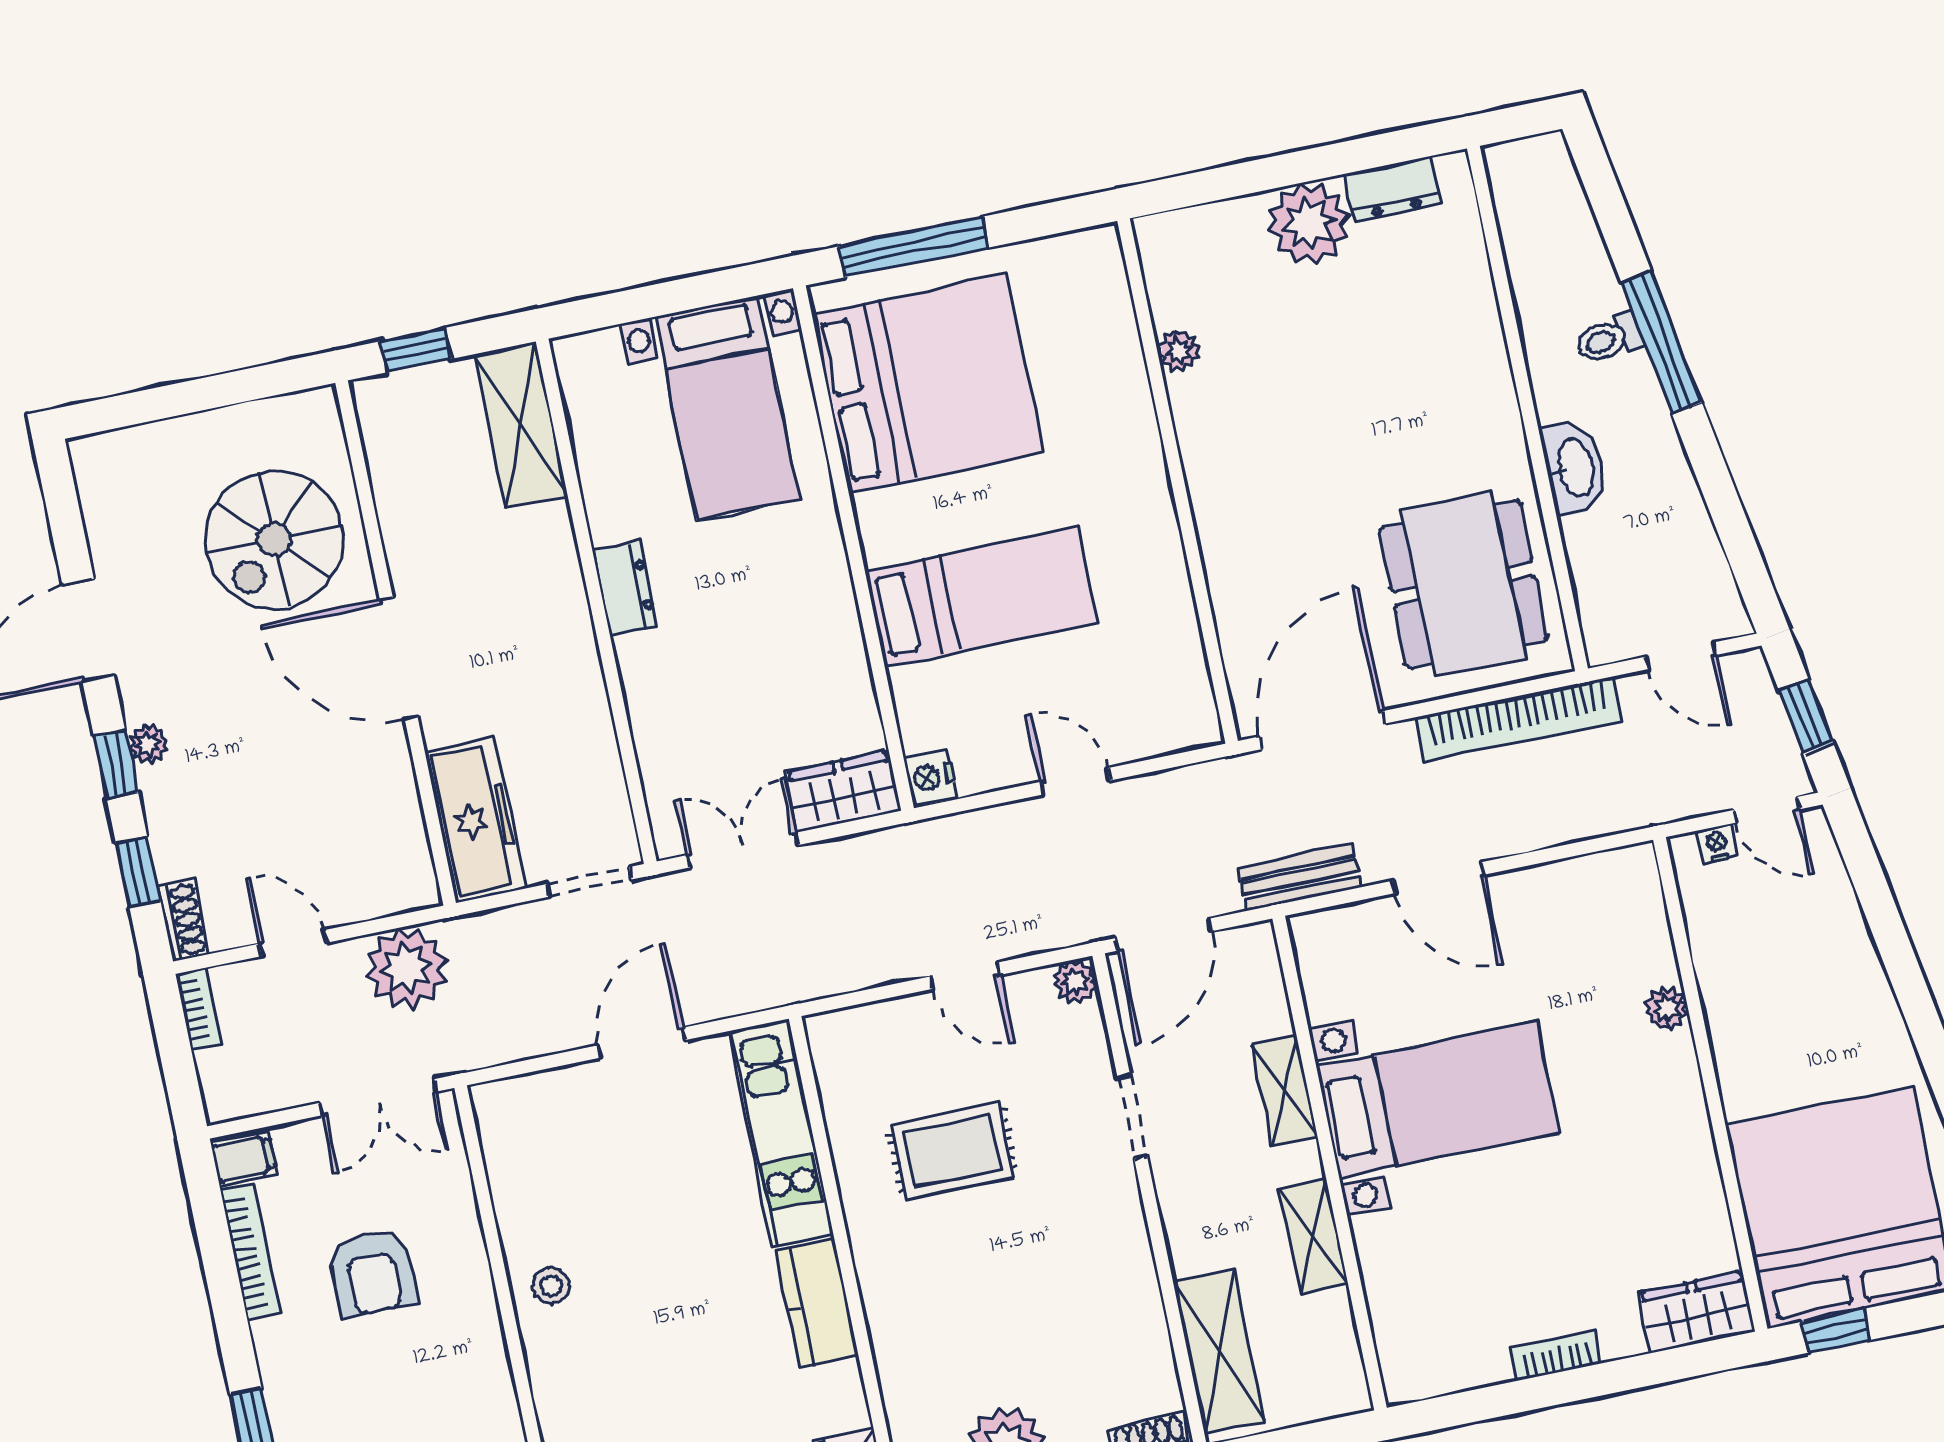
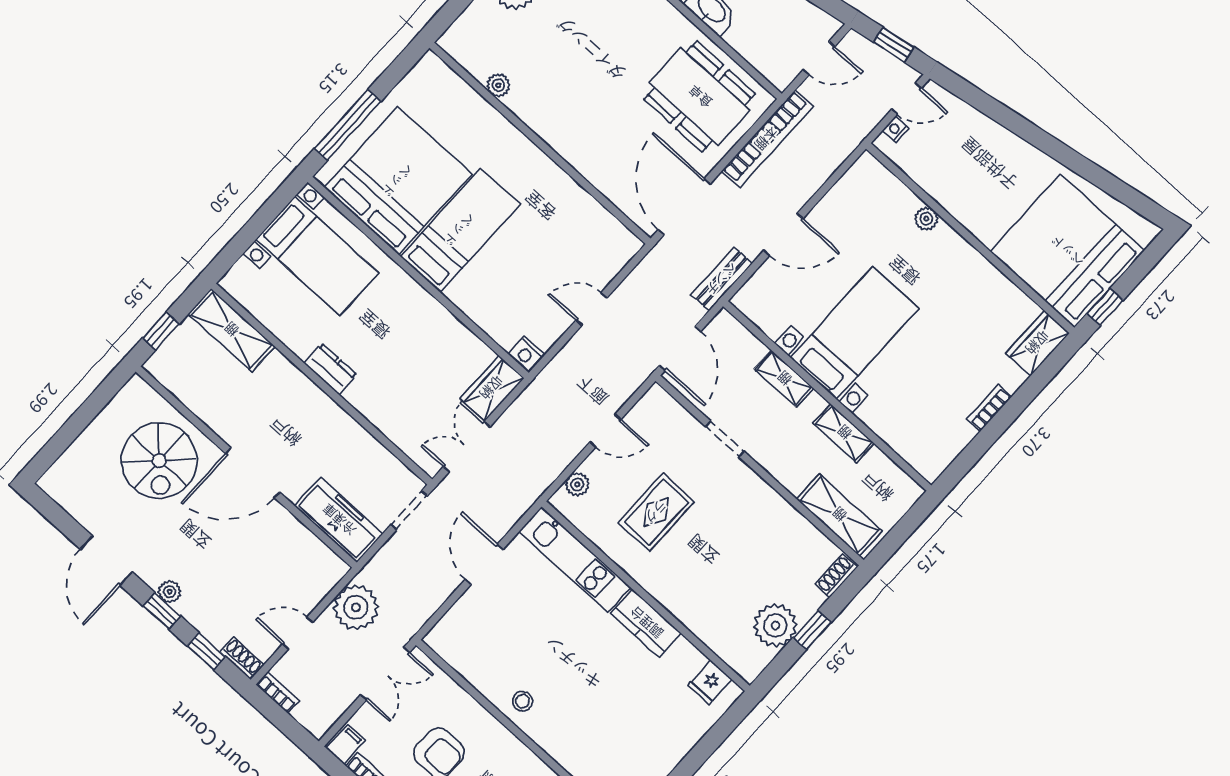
bed: (981, 597) -> (460, 230), moved
plant: (1075, 981) -> (577, 484), moved

